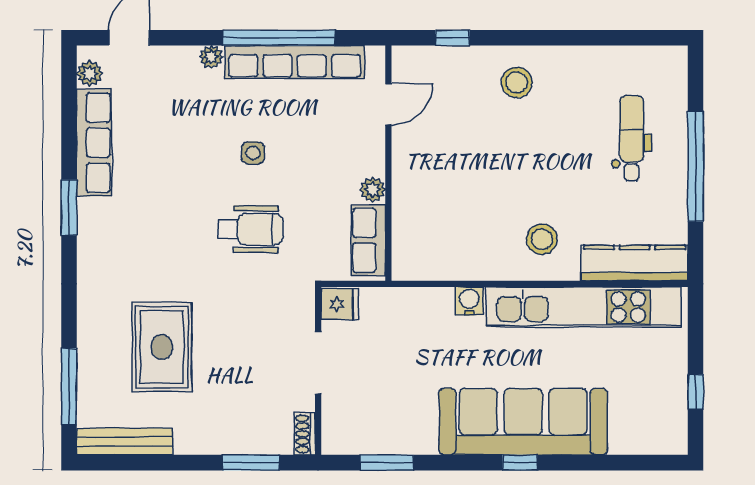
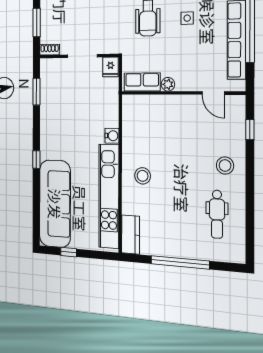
dental chair: (632, 138) -> (217, 214), moved, turned 90
kitchen counter: (635, 263) -> (131, 235), width x0.67
sofa: (523, 422) -> (55, 204), moved

